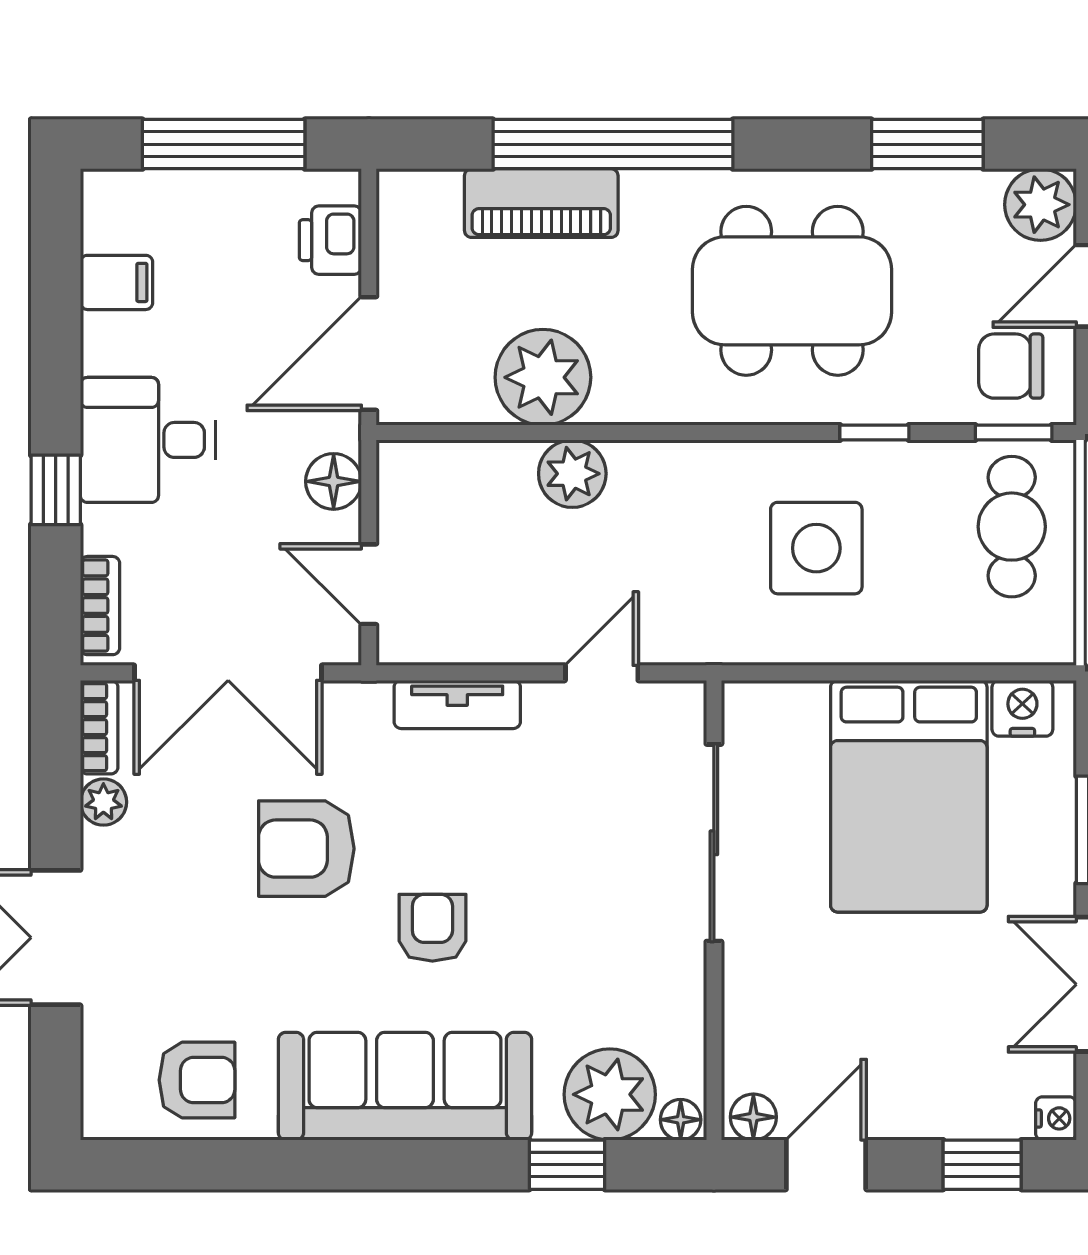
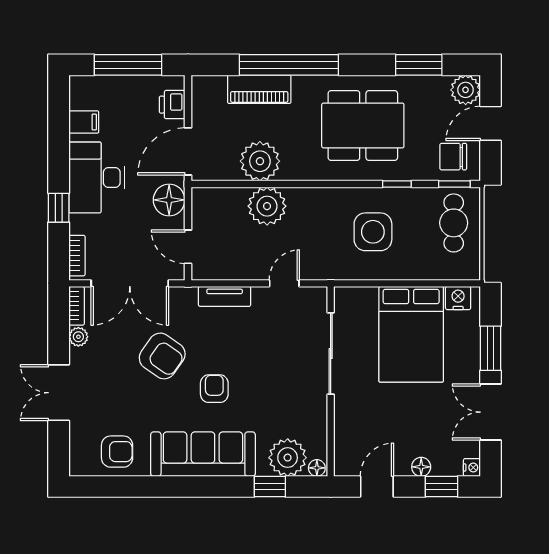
desk: (148, 440) -> (97, 177), width x1.37
plant: (572, 474) -> (267, 206), width x1.36, depth x1.36
floor lamp: (334, 481) -> (169, 200), width x1.38, depth x1.38
armchair: (306, 849) -> (162, 356), turned -145
floor lamp: (753, 1117) -> (421, 467), moved

